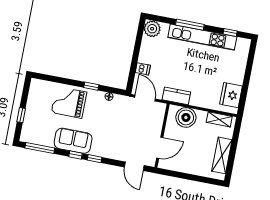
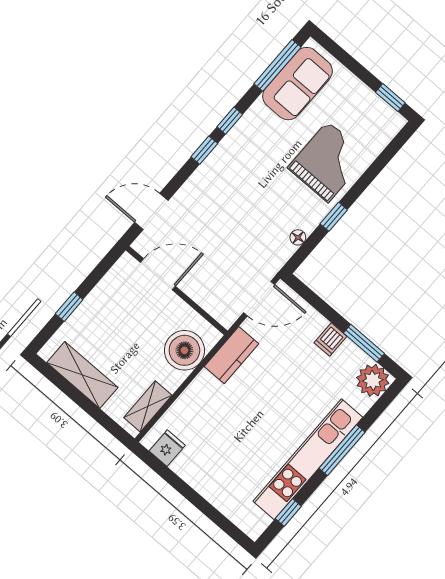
window: (138, 42) -> (364, 343), added
dishwasher: (143, 69) -> (330, 340), moved
fridge: (231, 95) -> (167, 448), width x0.53, depth x0.75
window: (21, 115) -> (390, 98), moved
sofa: (73, 141) -> (297, 84), moved
door: (160, 148) -> (158, 274), swing flipped
window: (196, 178) -> (69, 307), added

